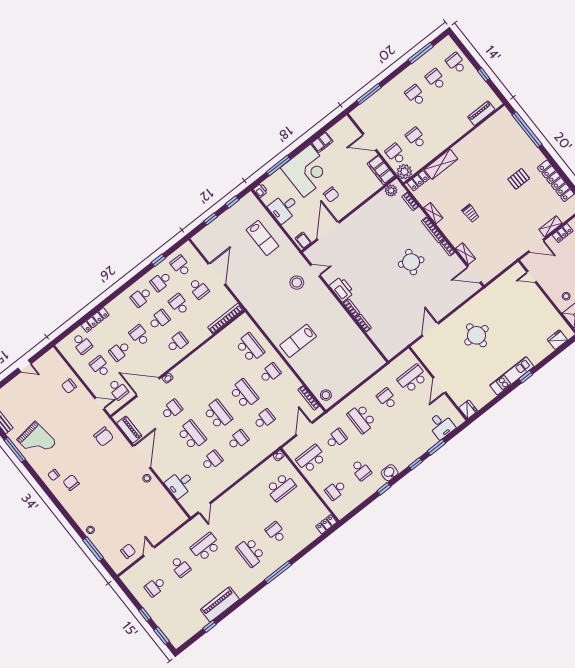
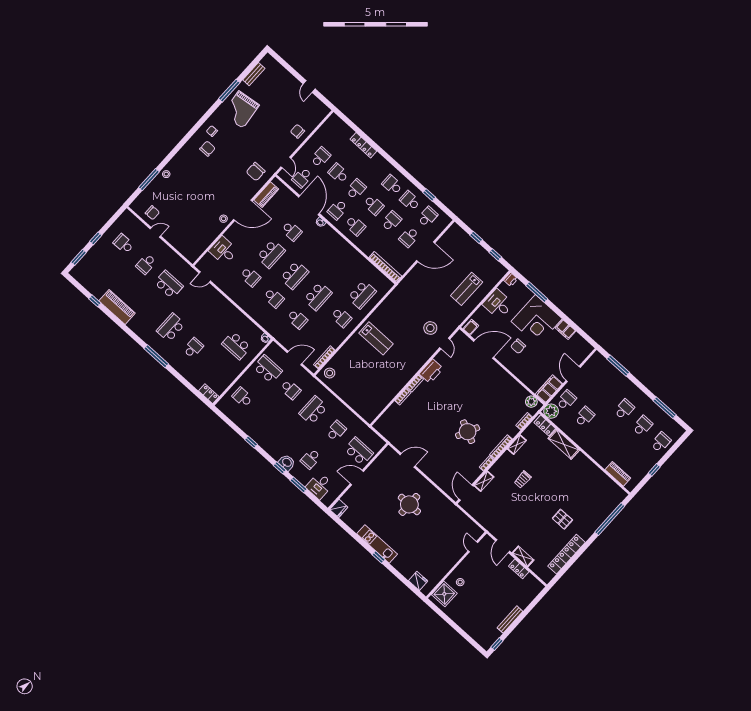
lab bench: (298, 341) -> (376, 338), turned 180
school desk: (82, 344) -> (338, 210), moved
school desk: (361, 470) -> (311, 459), moved
washbasin: (390, 473) -> (287, 463), moved

